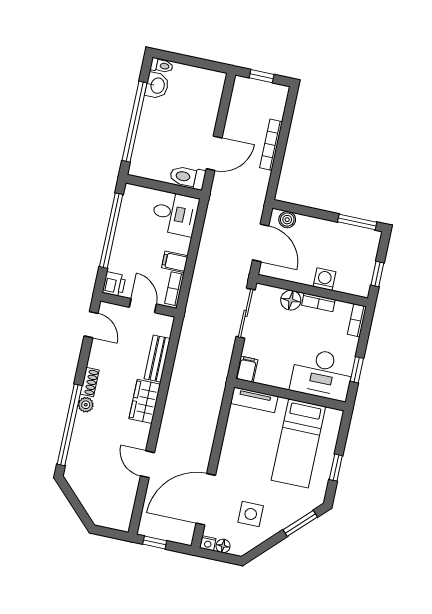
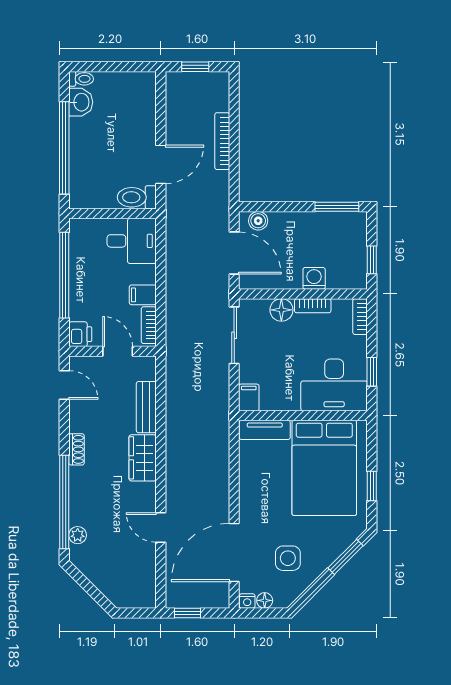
plant: (86, 405) -> (78, 535), moved
bed: (298, 443) -> (324, 468), width x1.50

